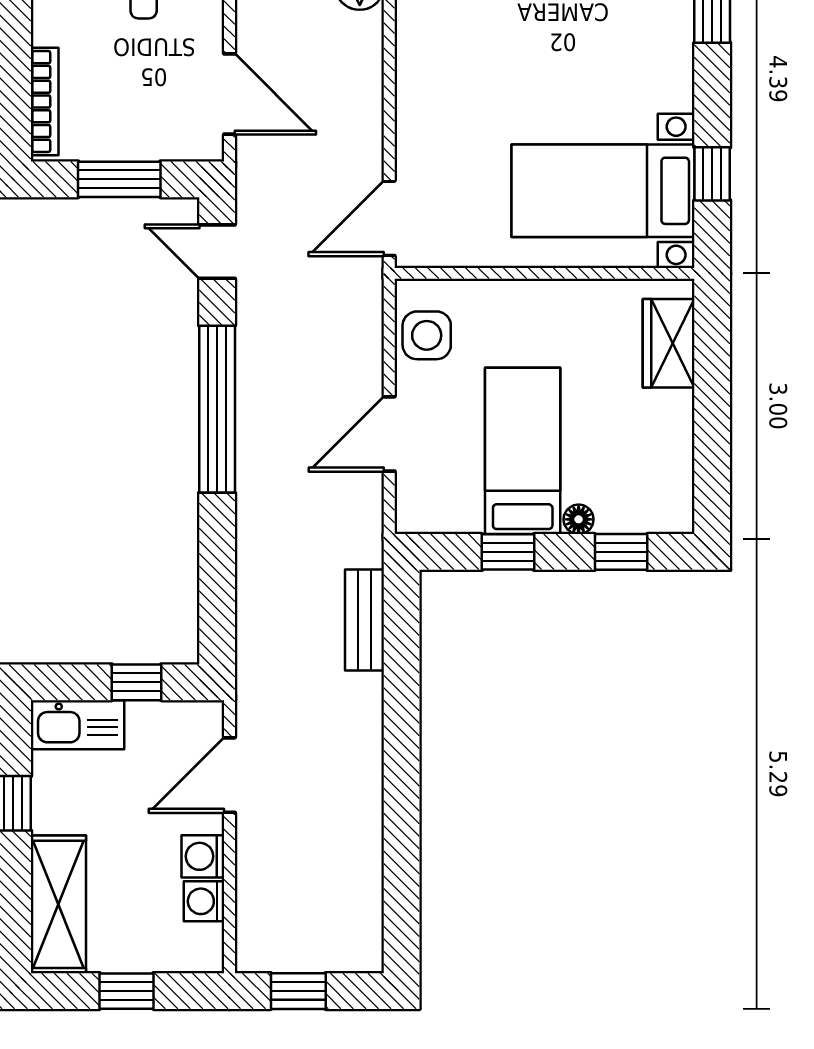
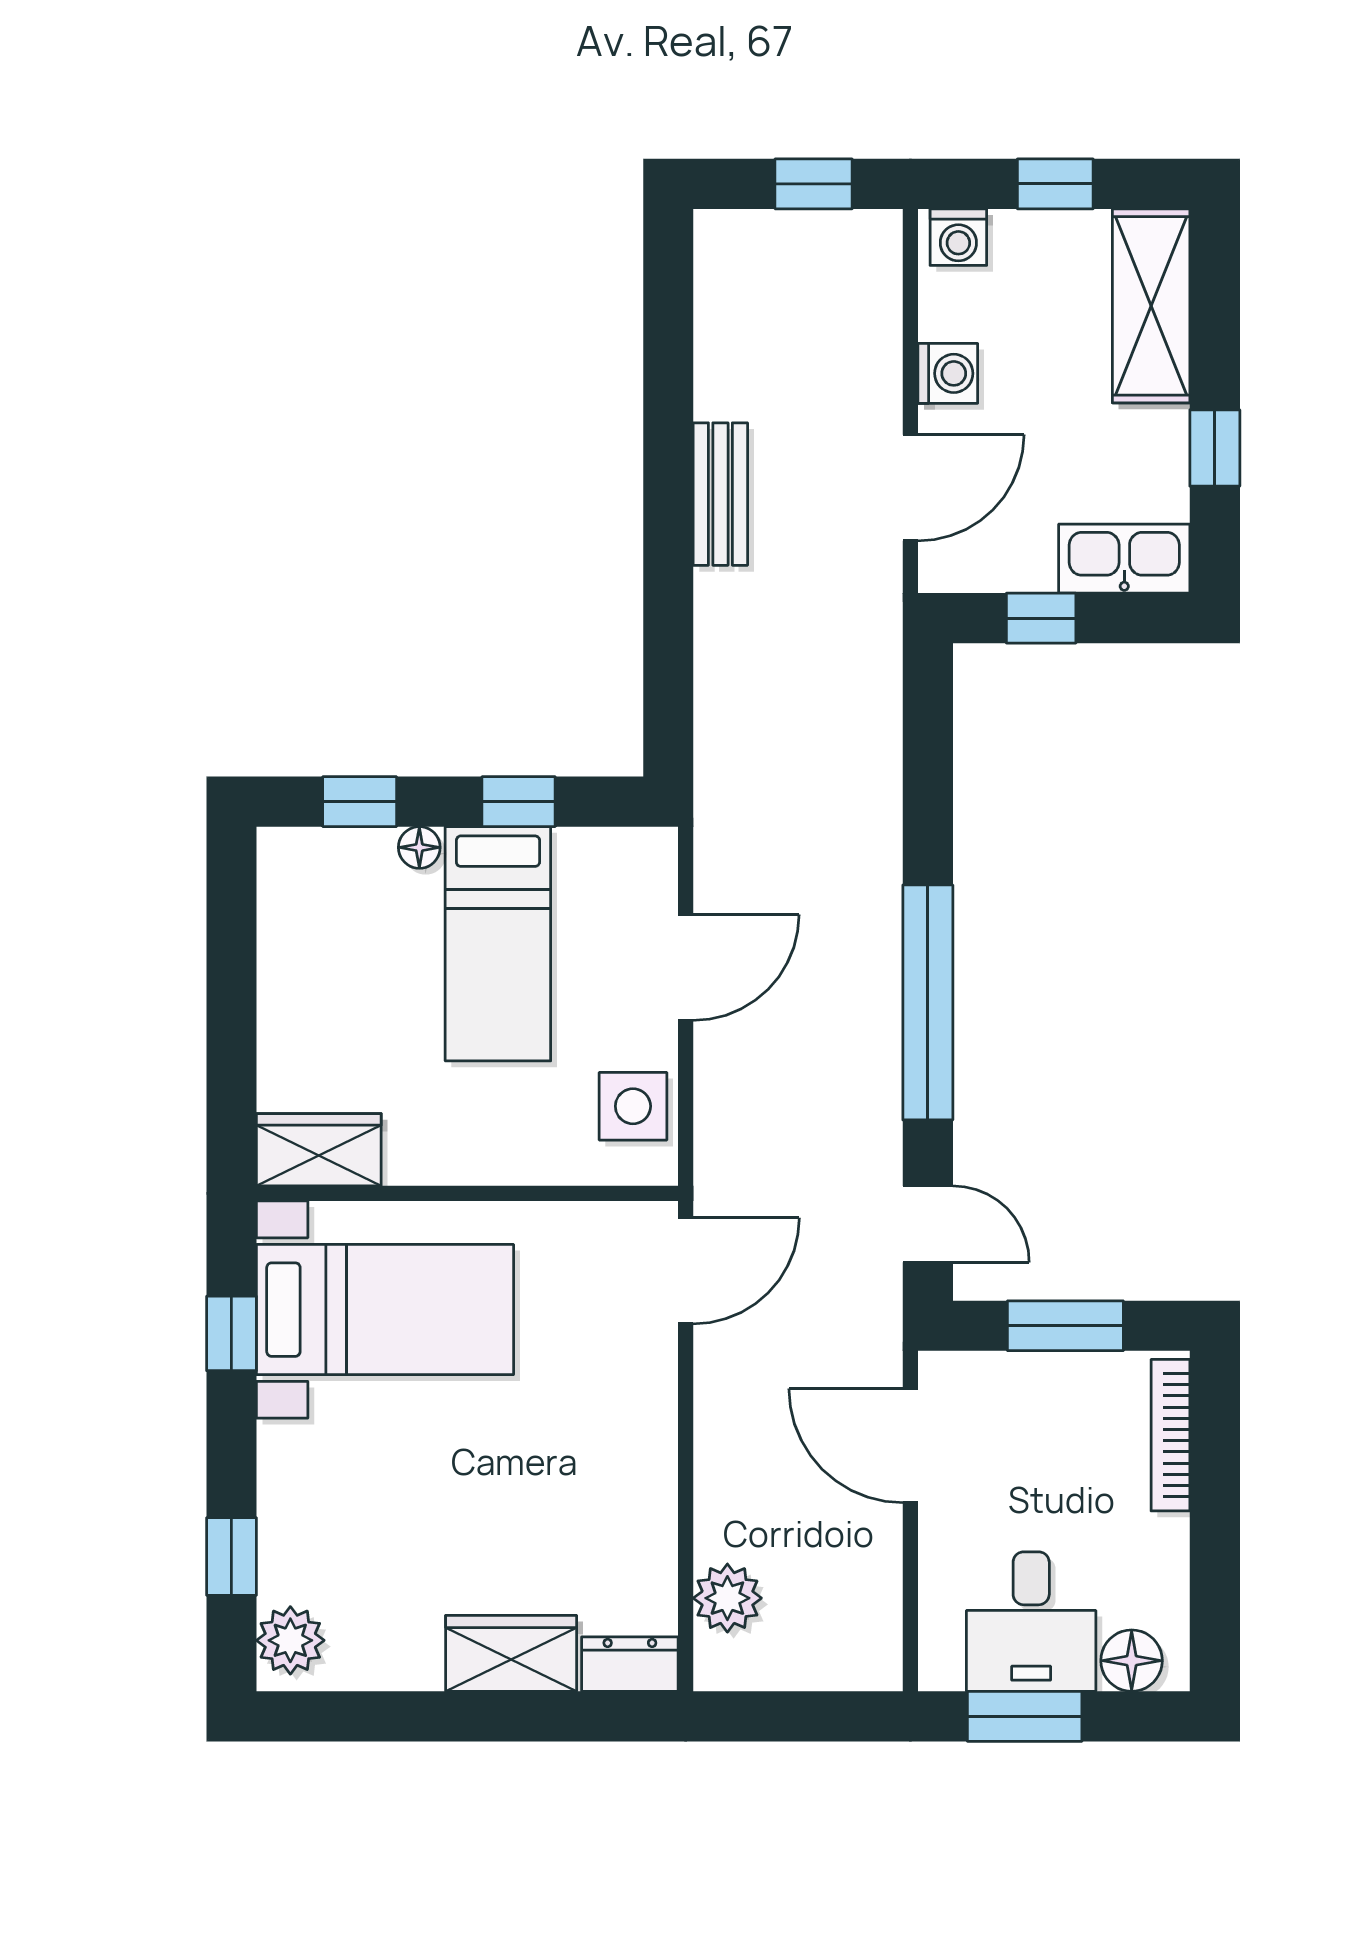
wardrobe: (669, 343) -> (319, 1150), moved, turned -90
bench: (365, 620) -> (720, 494), moved
washing machine: (204, 901) -> (958, 237), moved, turned 90

